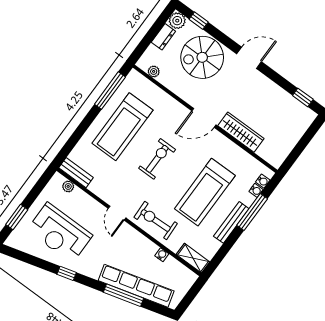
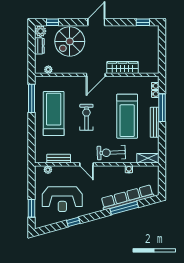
treadmill: (122, 127) -> (54, 114), turned 180
bench: (76, 173) -> (59, 159), moved
window: (67, 273) -> (73, 222), moved

